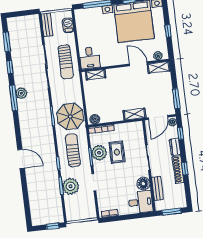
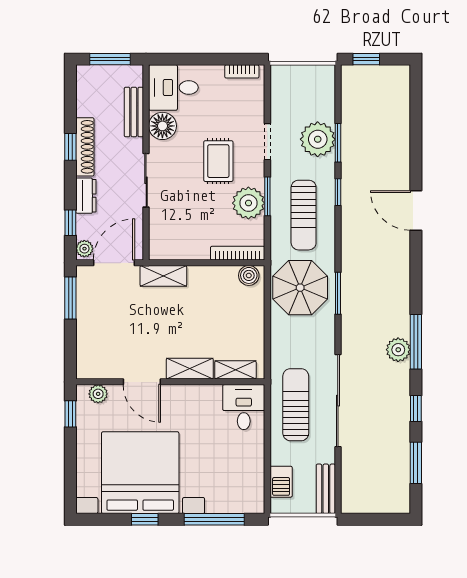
window: (168, 31) -> (70, 414), moved
shelving: (159, 67) -> (190, 369), moved
rug: (117, 152) -> (218, 161), moved

